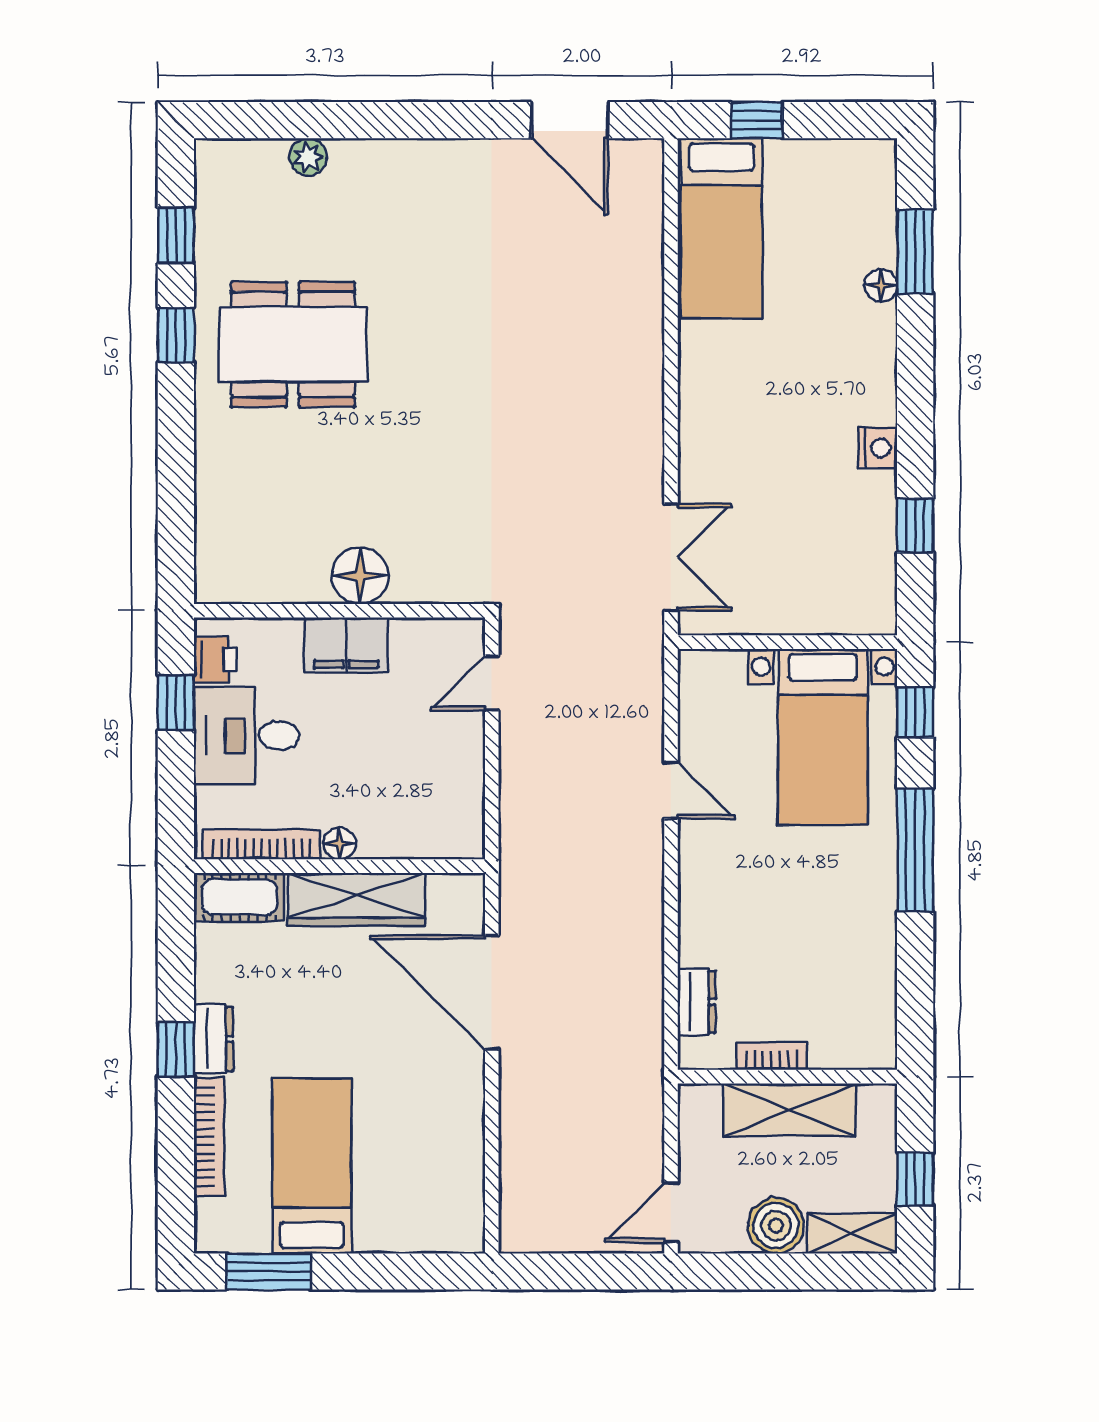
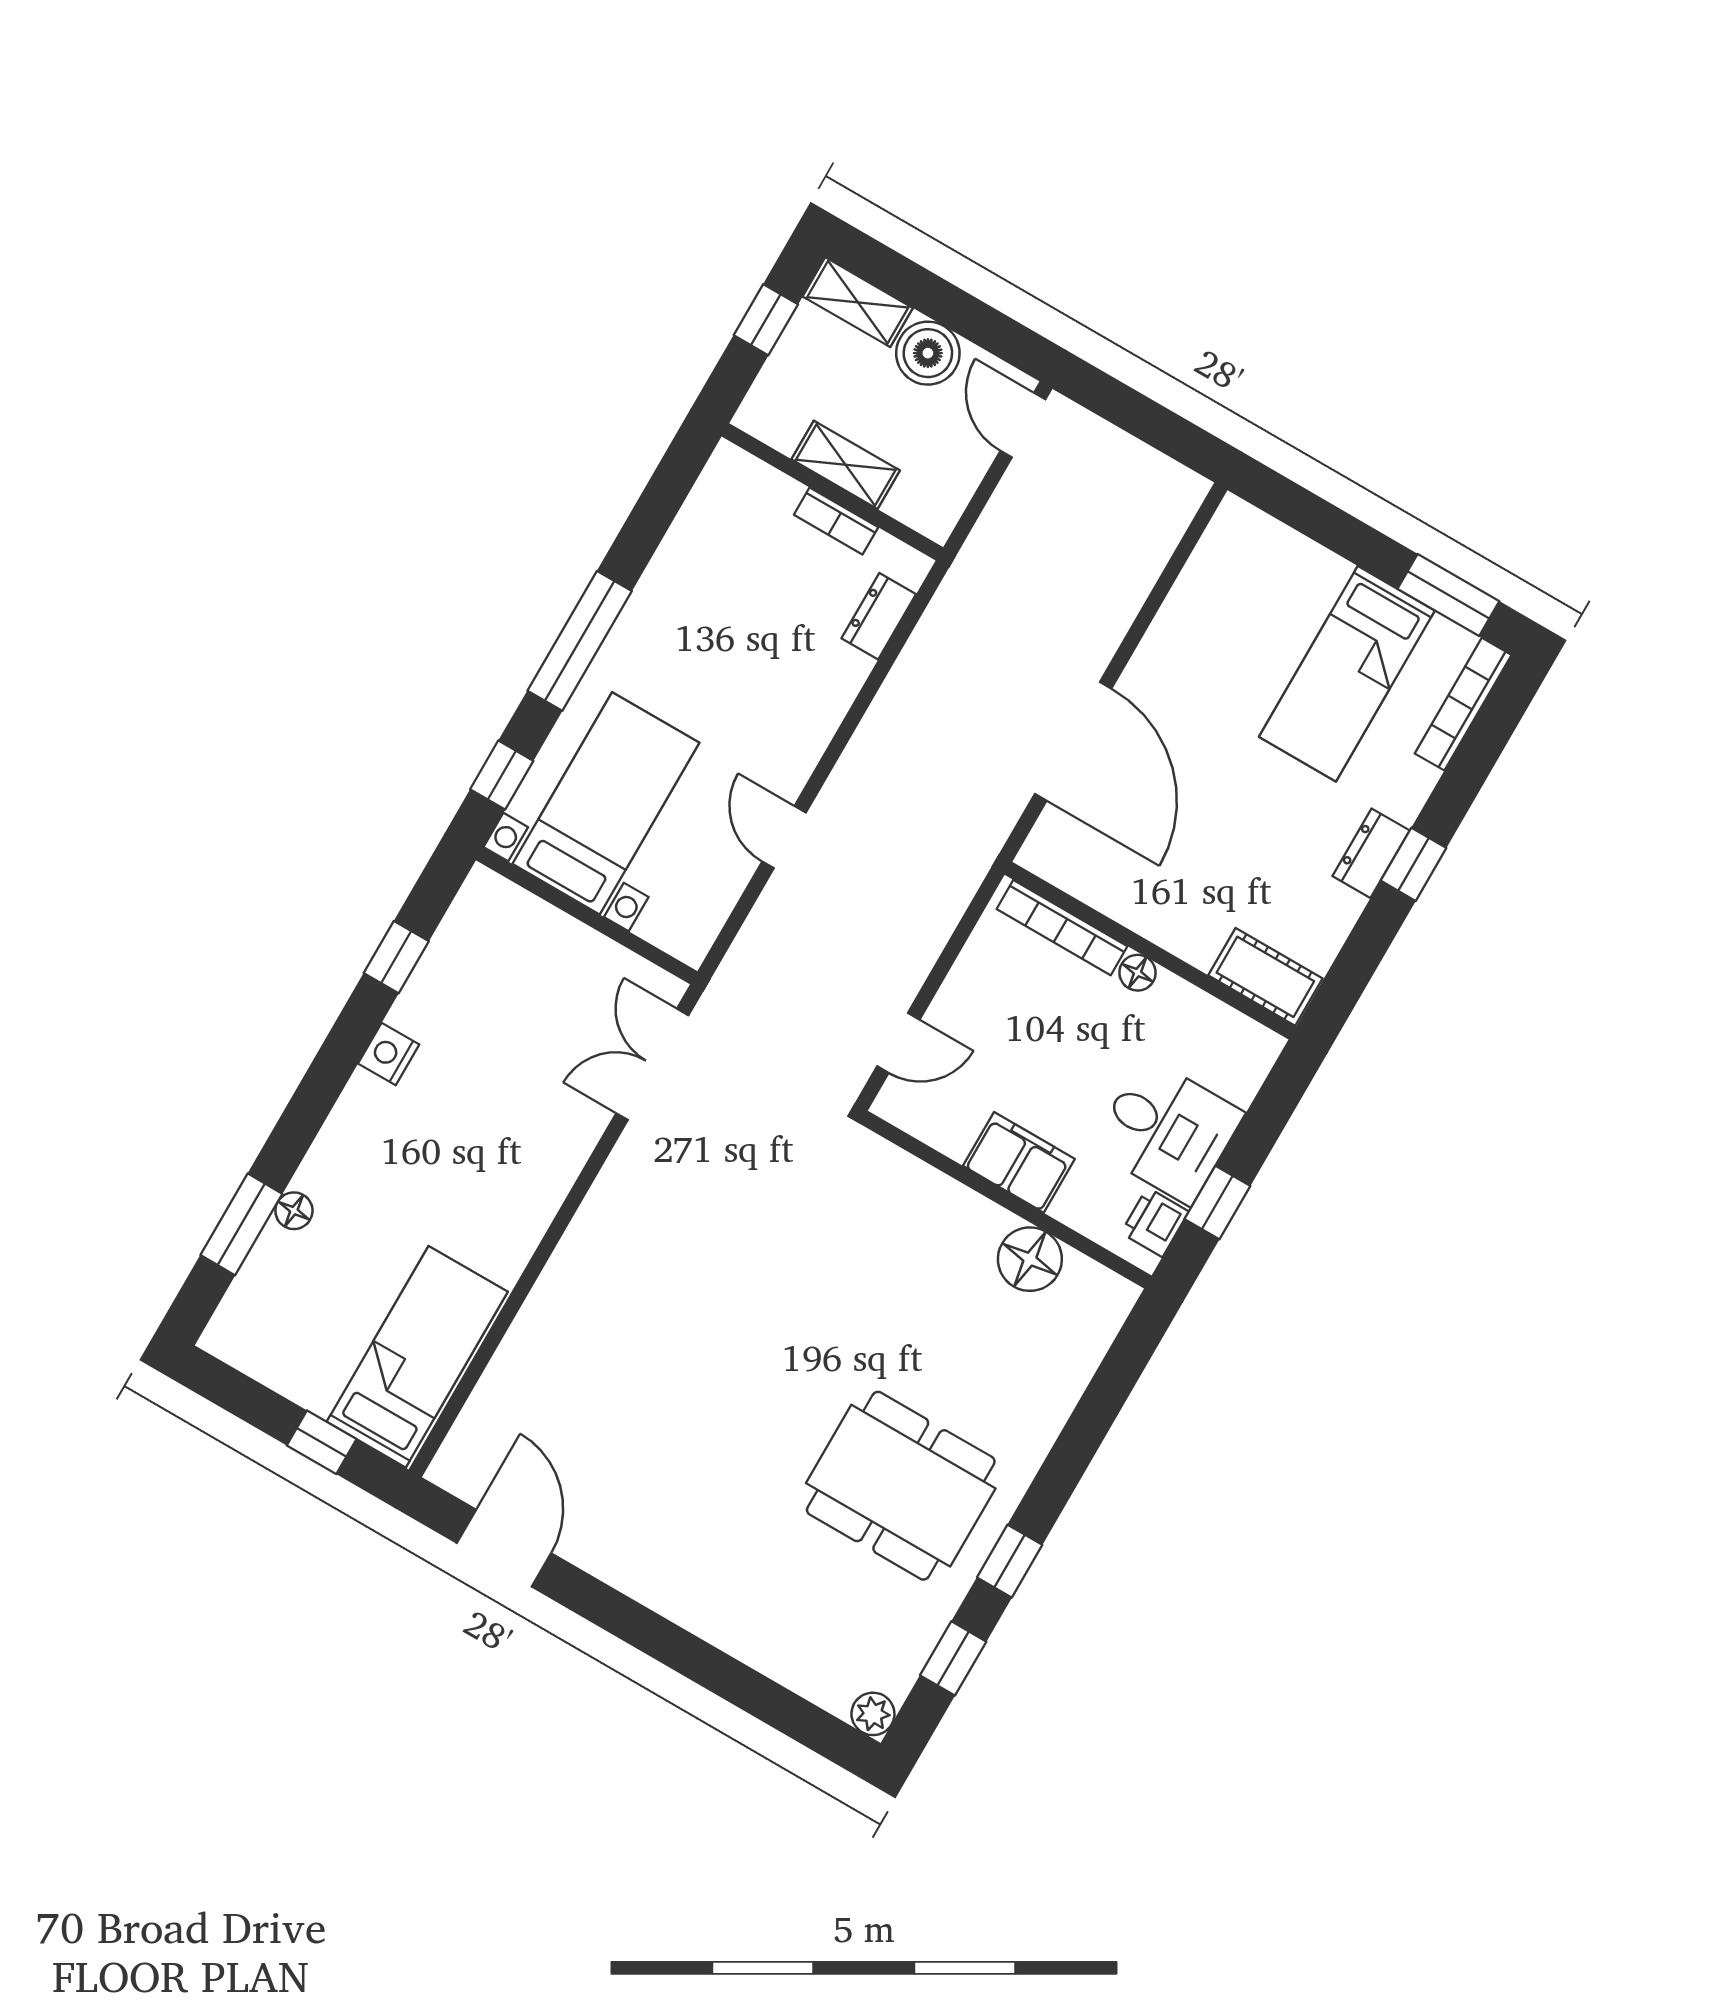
plant: (308, 157) -> (873, 1714), moved
floor lamp: (360, 576) -> (1030, 1259), moved
bookcase: (261, 844) -> (1062, 928), moved
wardrobe: (357, 899) -> (1153, 908), removed
shelving: (789, 1110) -> (846, 465), width x0.67, depth x0.75
bookcase: (209, 1137) -> (1463, 704), moved
door: (671, 1213) -> (1023, 425), swing flipped

